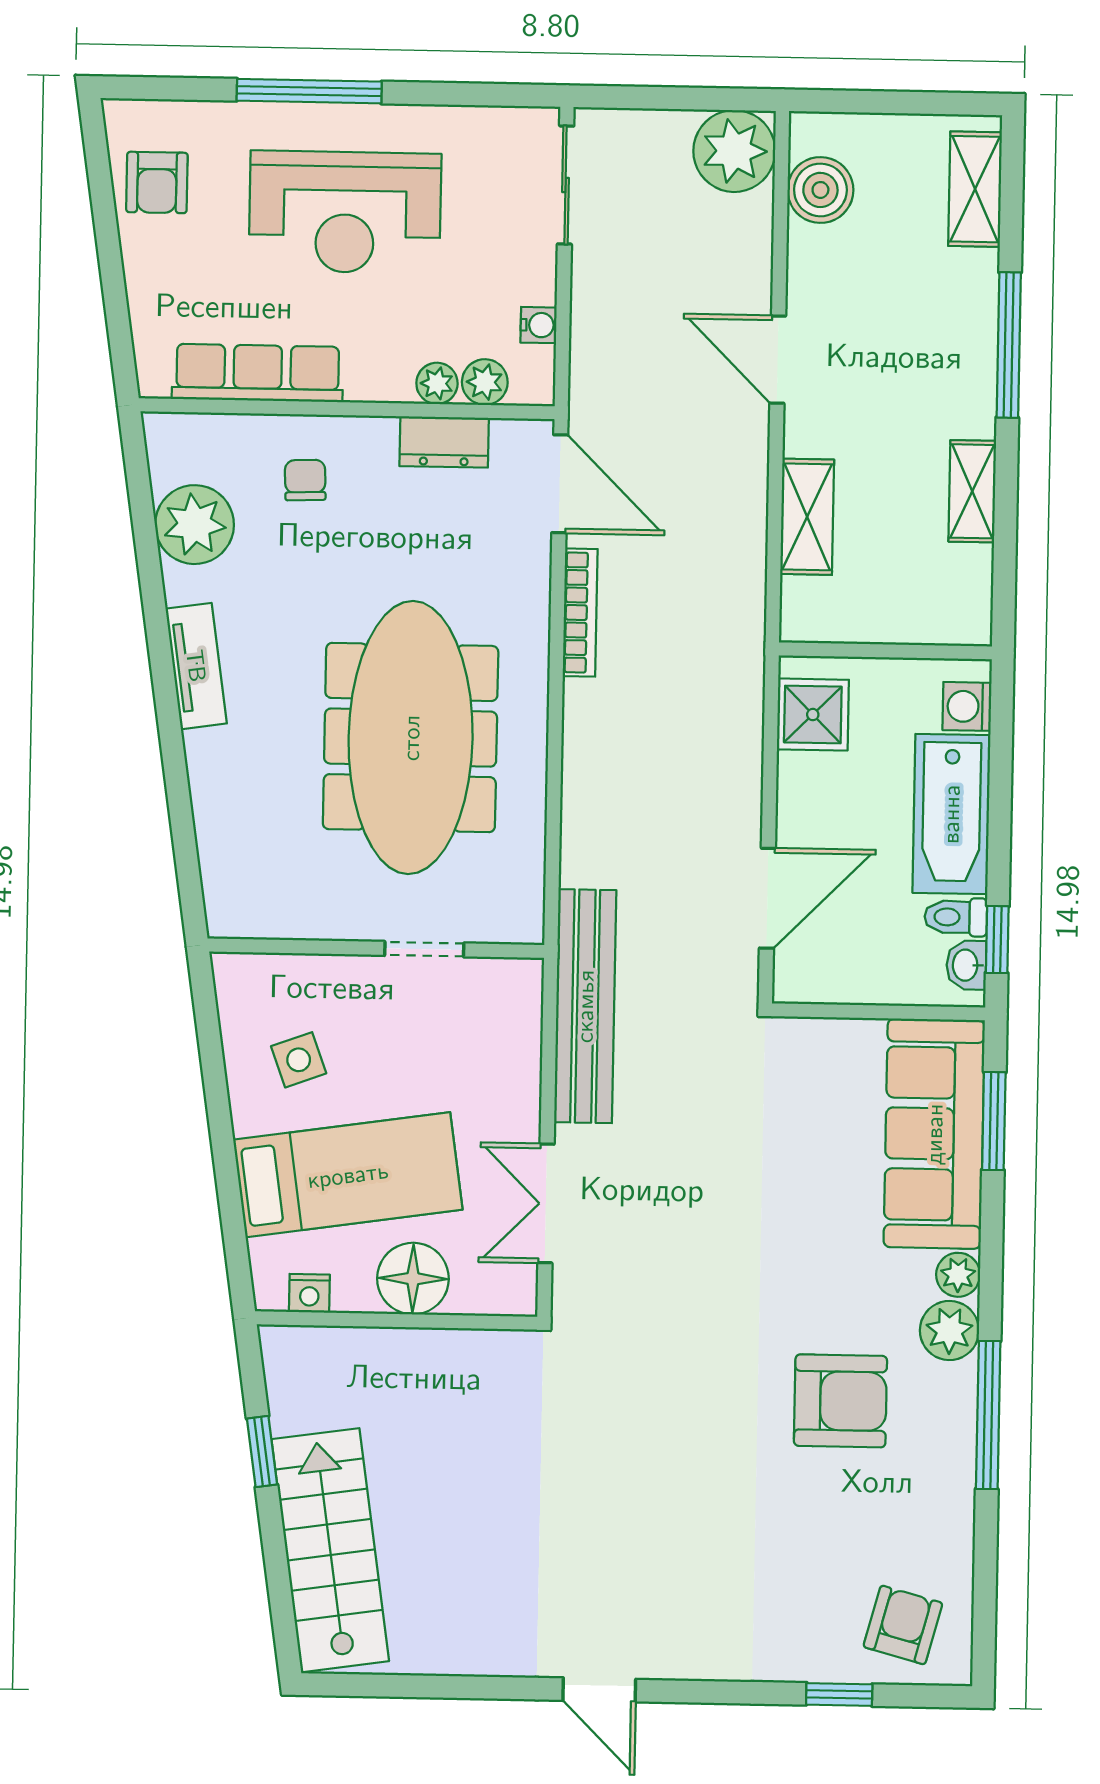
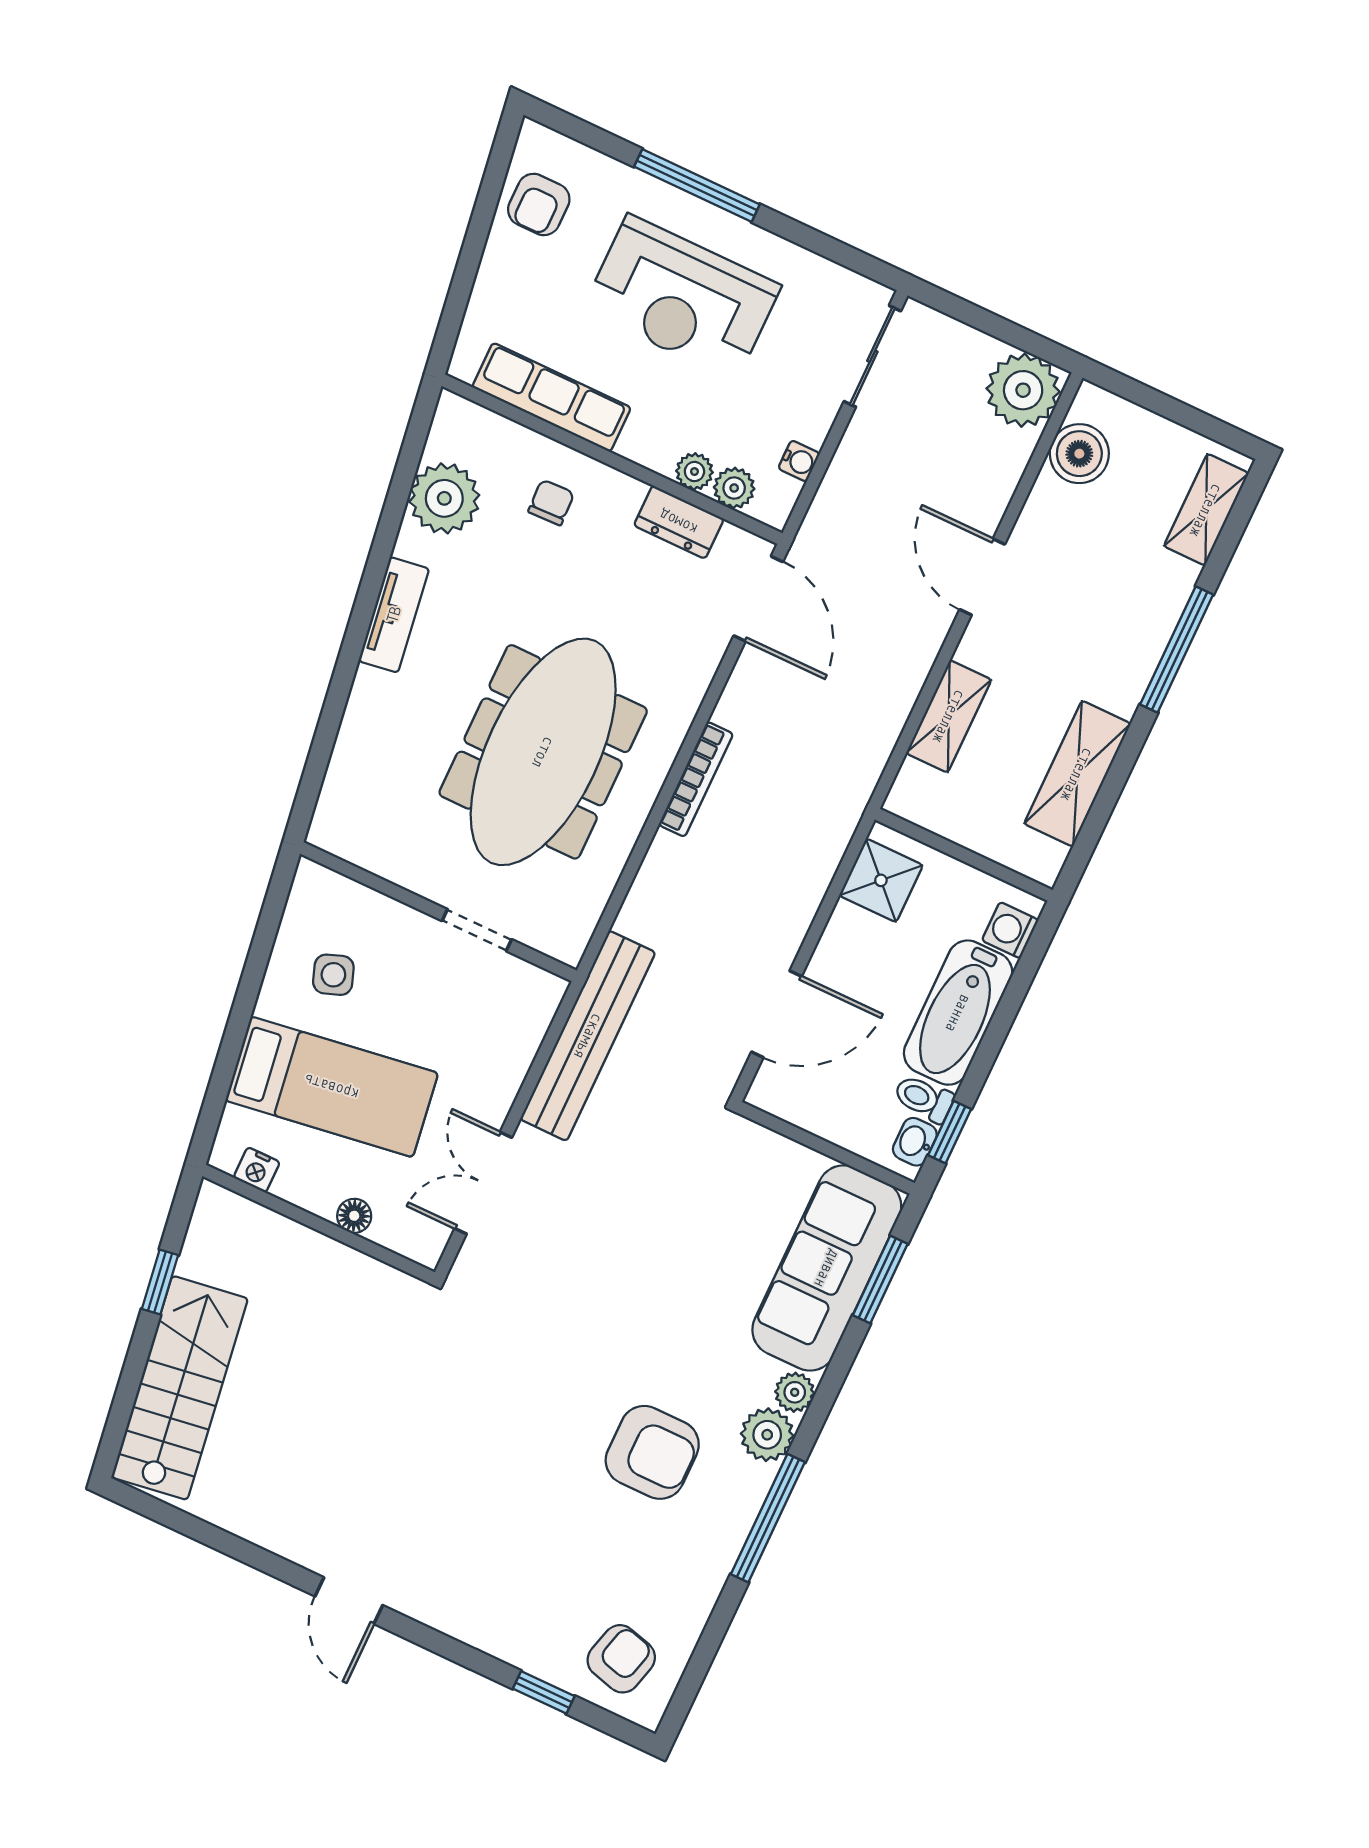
shelving: (972, 491) -> (1077, 774), width x1.50, depth x1.33
bookcase: (580, 613) -> (696, 779), moved
floor lamp: (413, 1279) -> (354, 1216), width x0.53, depth x0.53

